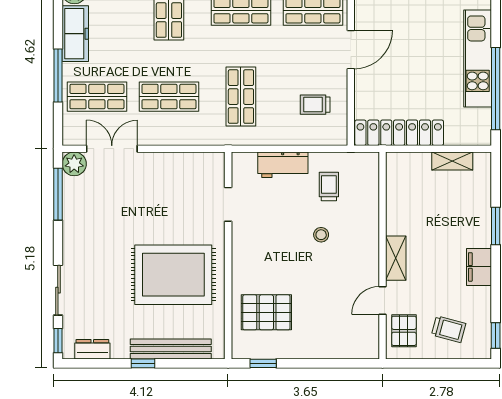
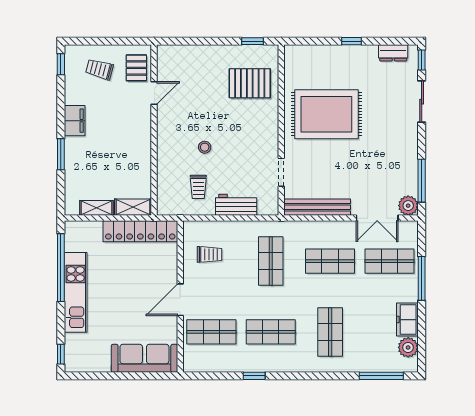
freezer: (75, 34) -> (407, 320), width x0.71
shelving: (396, 258) -> (133, 207), moved, turned 90
bench: (171, 349) -> (317, 207), moved

